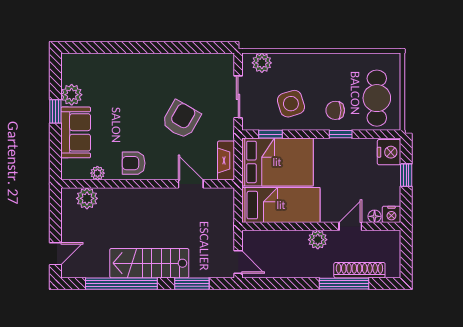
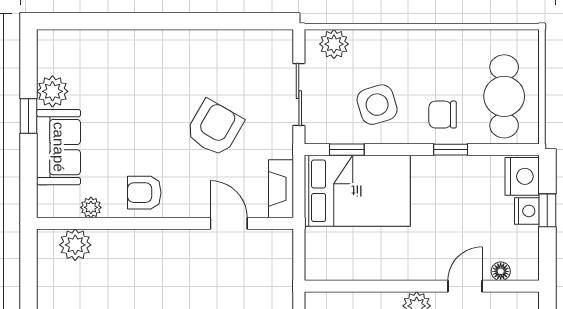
bed: (281, 205) -> (362, 255), removed
nightstand: (391, 214) -> (527, 211), moved, turned -90

